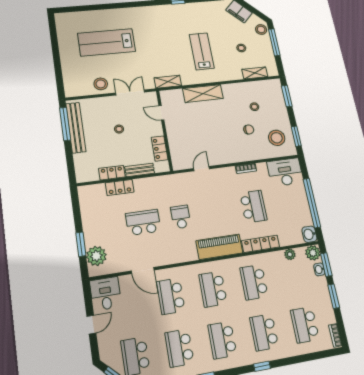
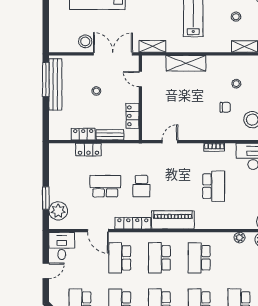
double door: (130, 92) -> (113, 54), width x1.37
school desk: (181, 217) -> (141, 186), turned 180
locker: (261, 244) -> (133, 223), moved

